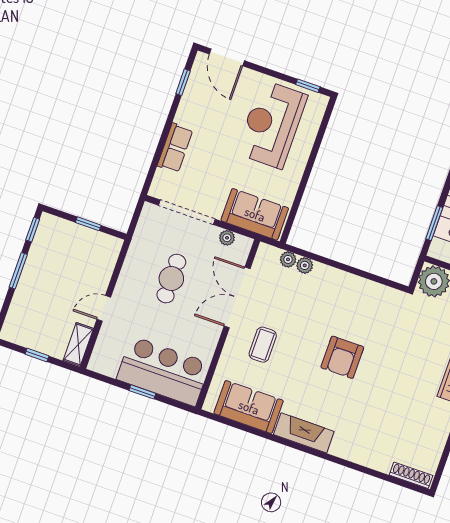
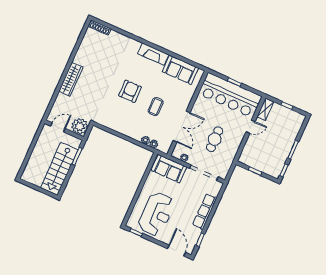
row of seats: (175, 148) -> (205, 211), width x1.48
coffee table: (263, 345) -> (156, 106), moved
bar counter: (163, 371) -> (230, 95), width x1.36

